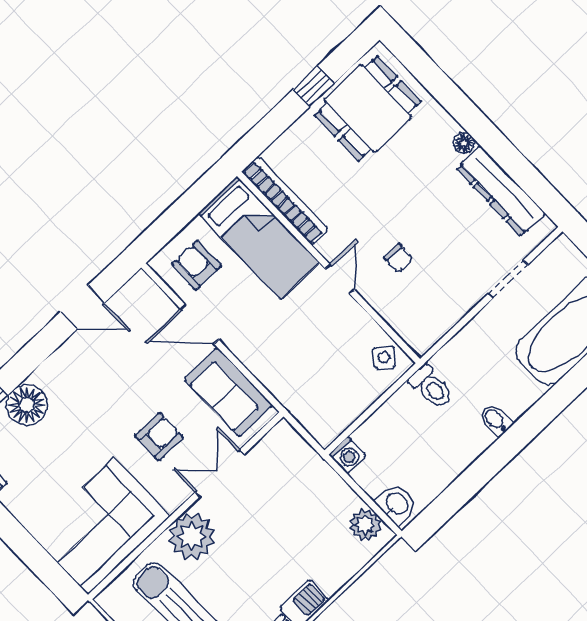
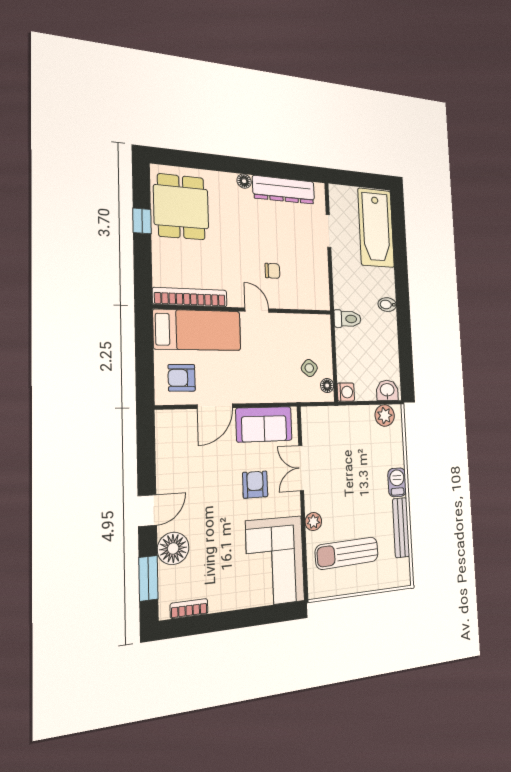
door: (83, 307) -> (147, 511), moved
side table: (384, 357) -> (309, 368), moved
floor lamp: (334, 427) -> (327, 386), added
plant: (192, 536) -> (313, 522), width x0.53, depth x0.53

